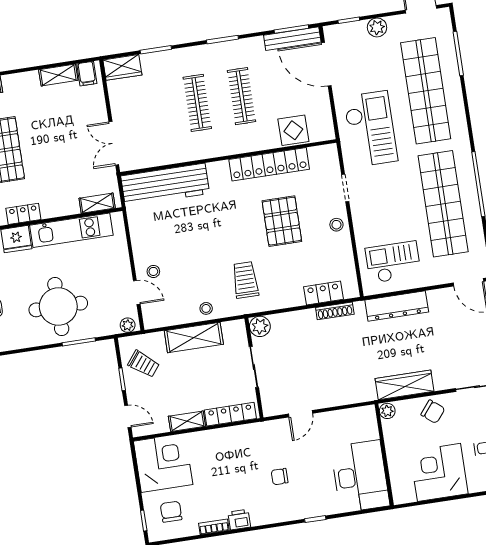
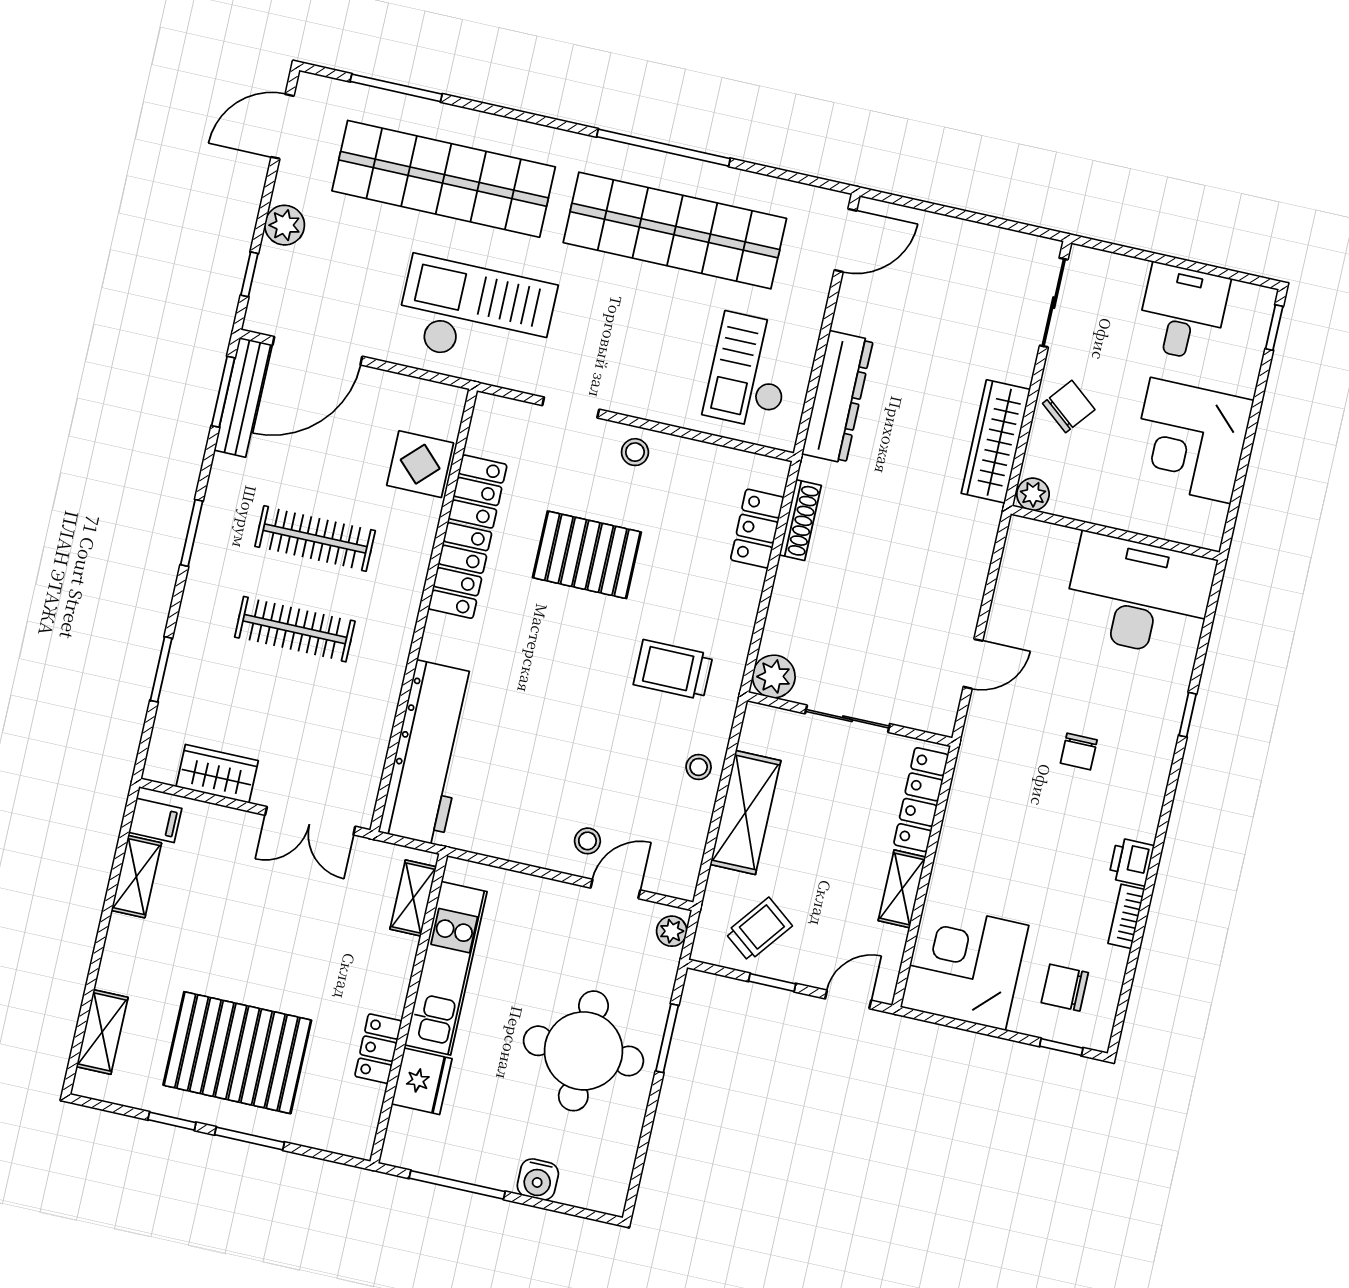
wardrobe: (122, 67) -> (217, 774), moved, turned -90
door: (301, 414) -> (973, 664), hinge flipped

